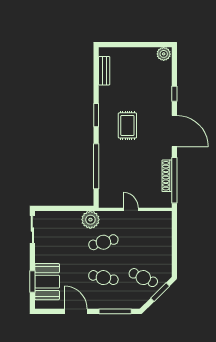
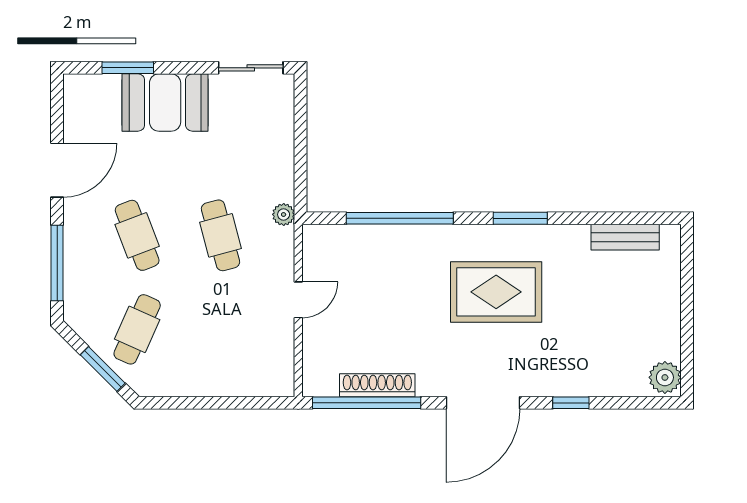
rug: (127, 125) -> (496, 292), width x1.36, depth x1.43
plant: (90, 220) -> (284, 214), width x0.53, depth x0.53
cafe table: (103, 278) -> (137, 235), turned -33
booth: (47, 282) -> (165, 103), moved

